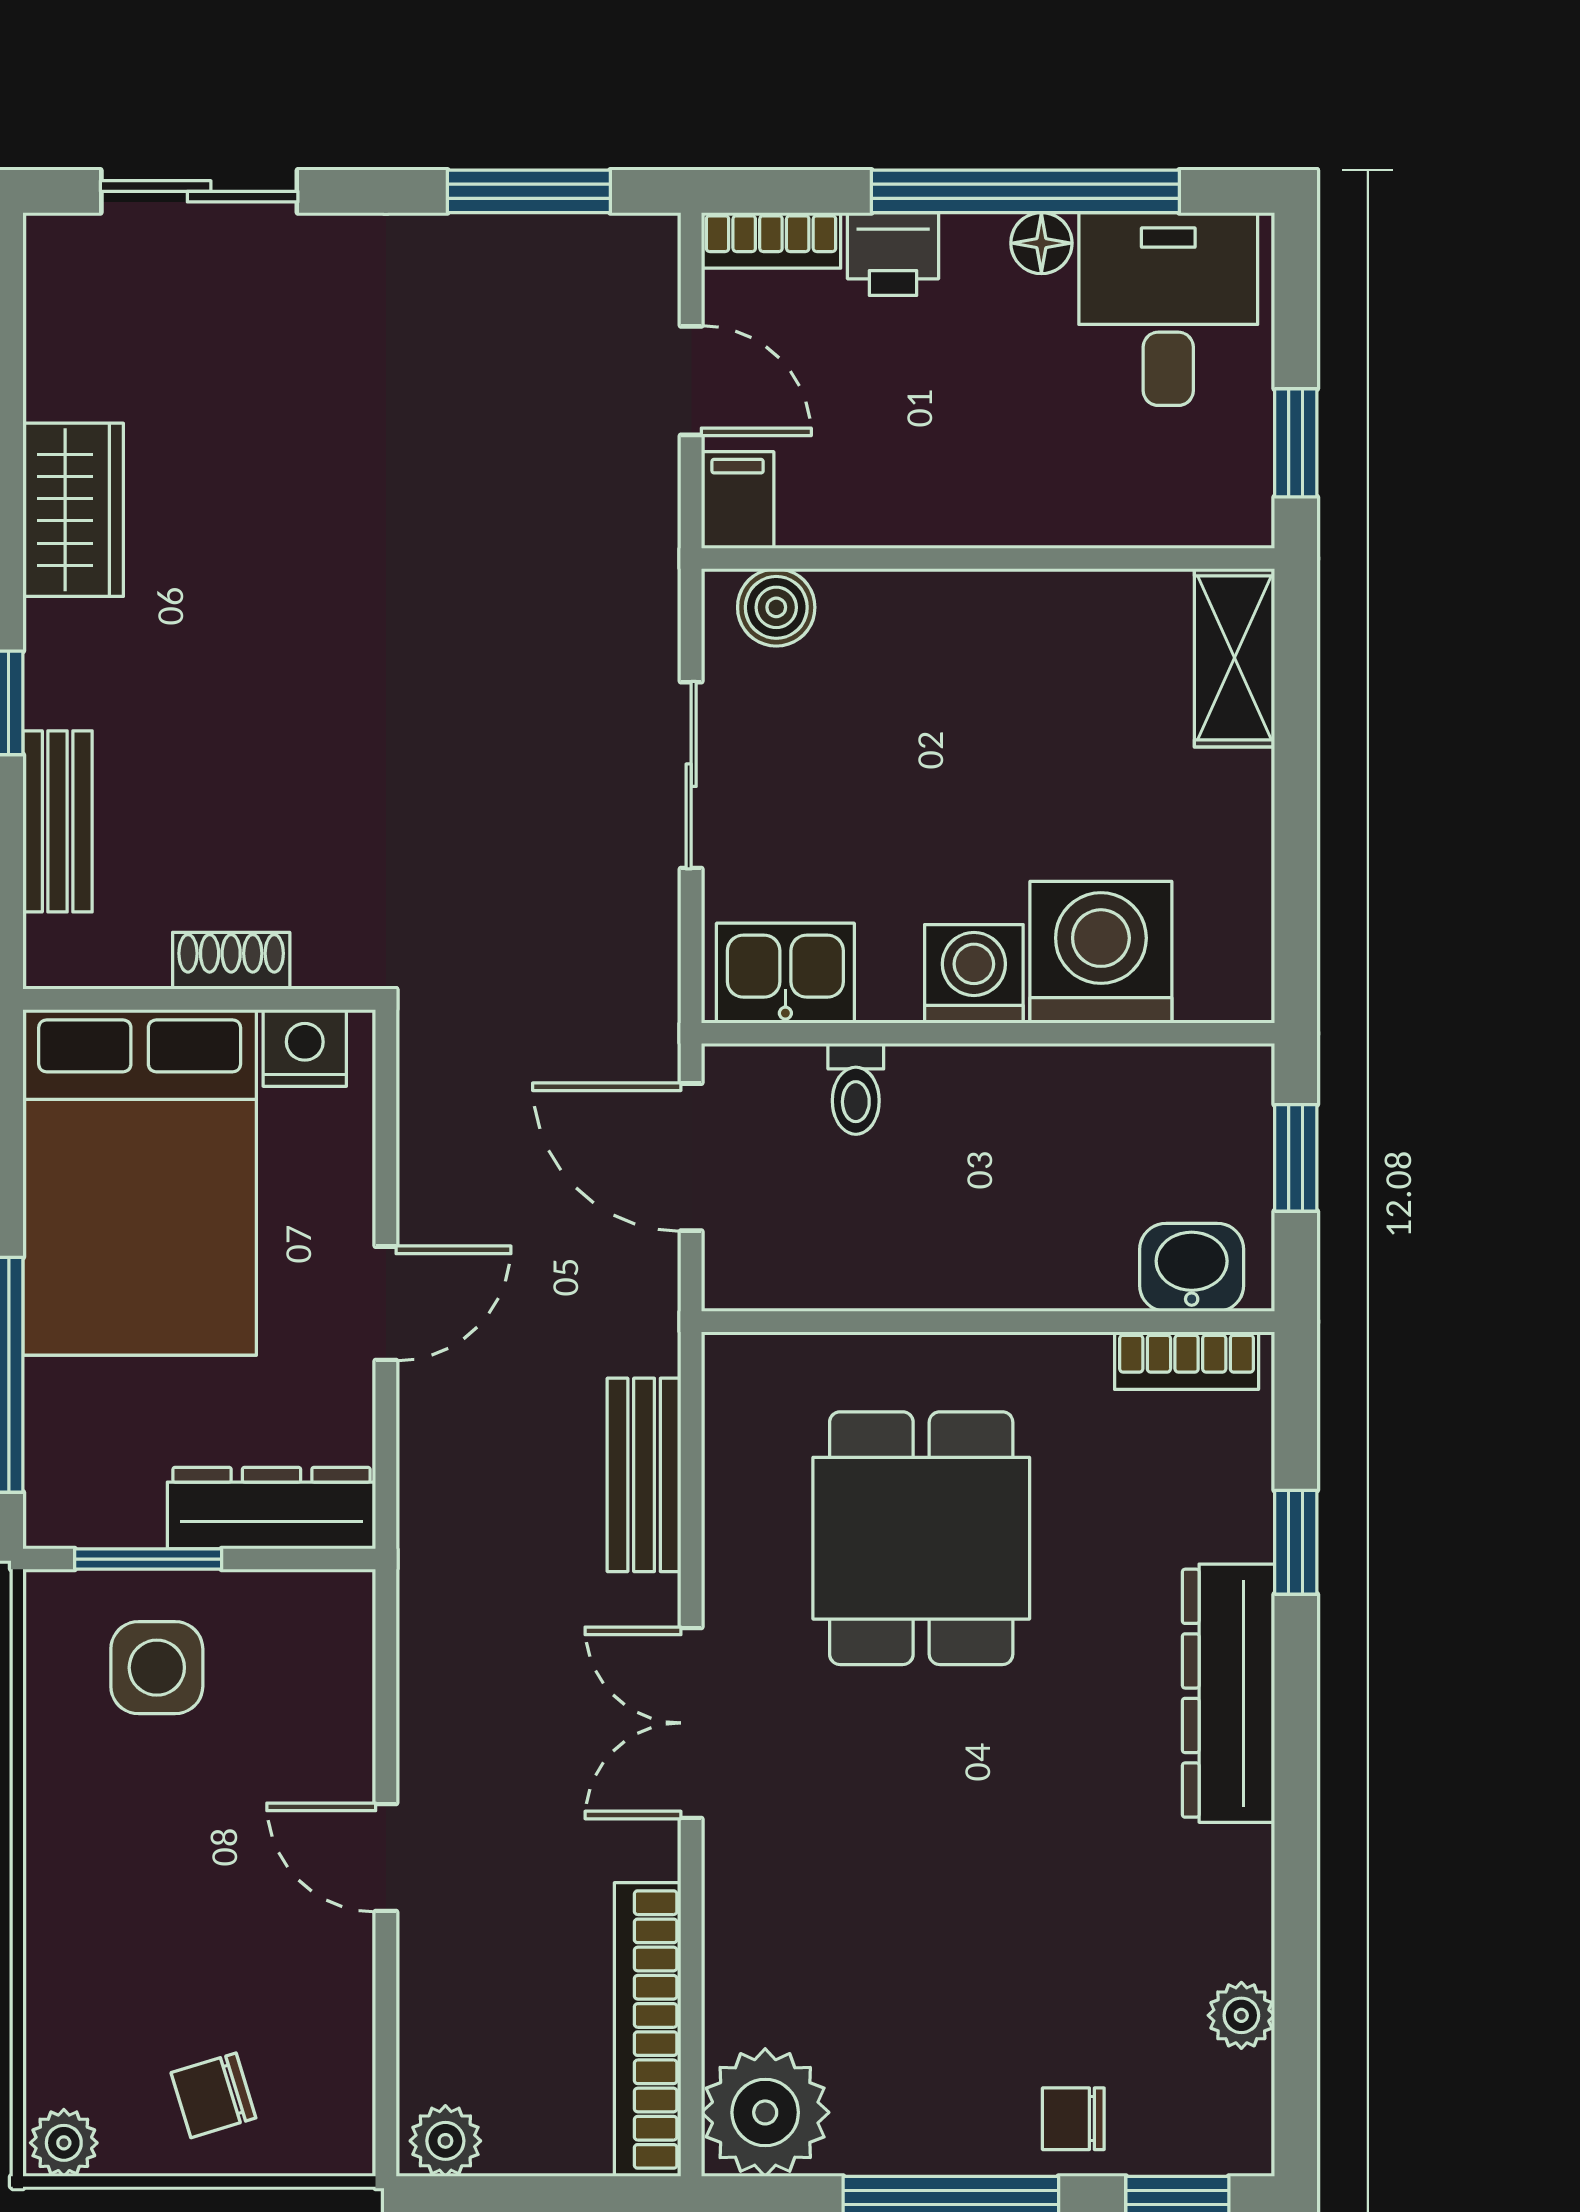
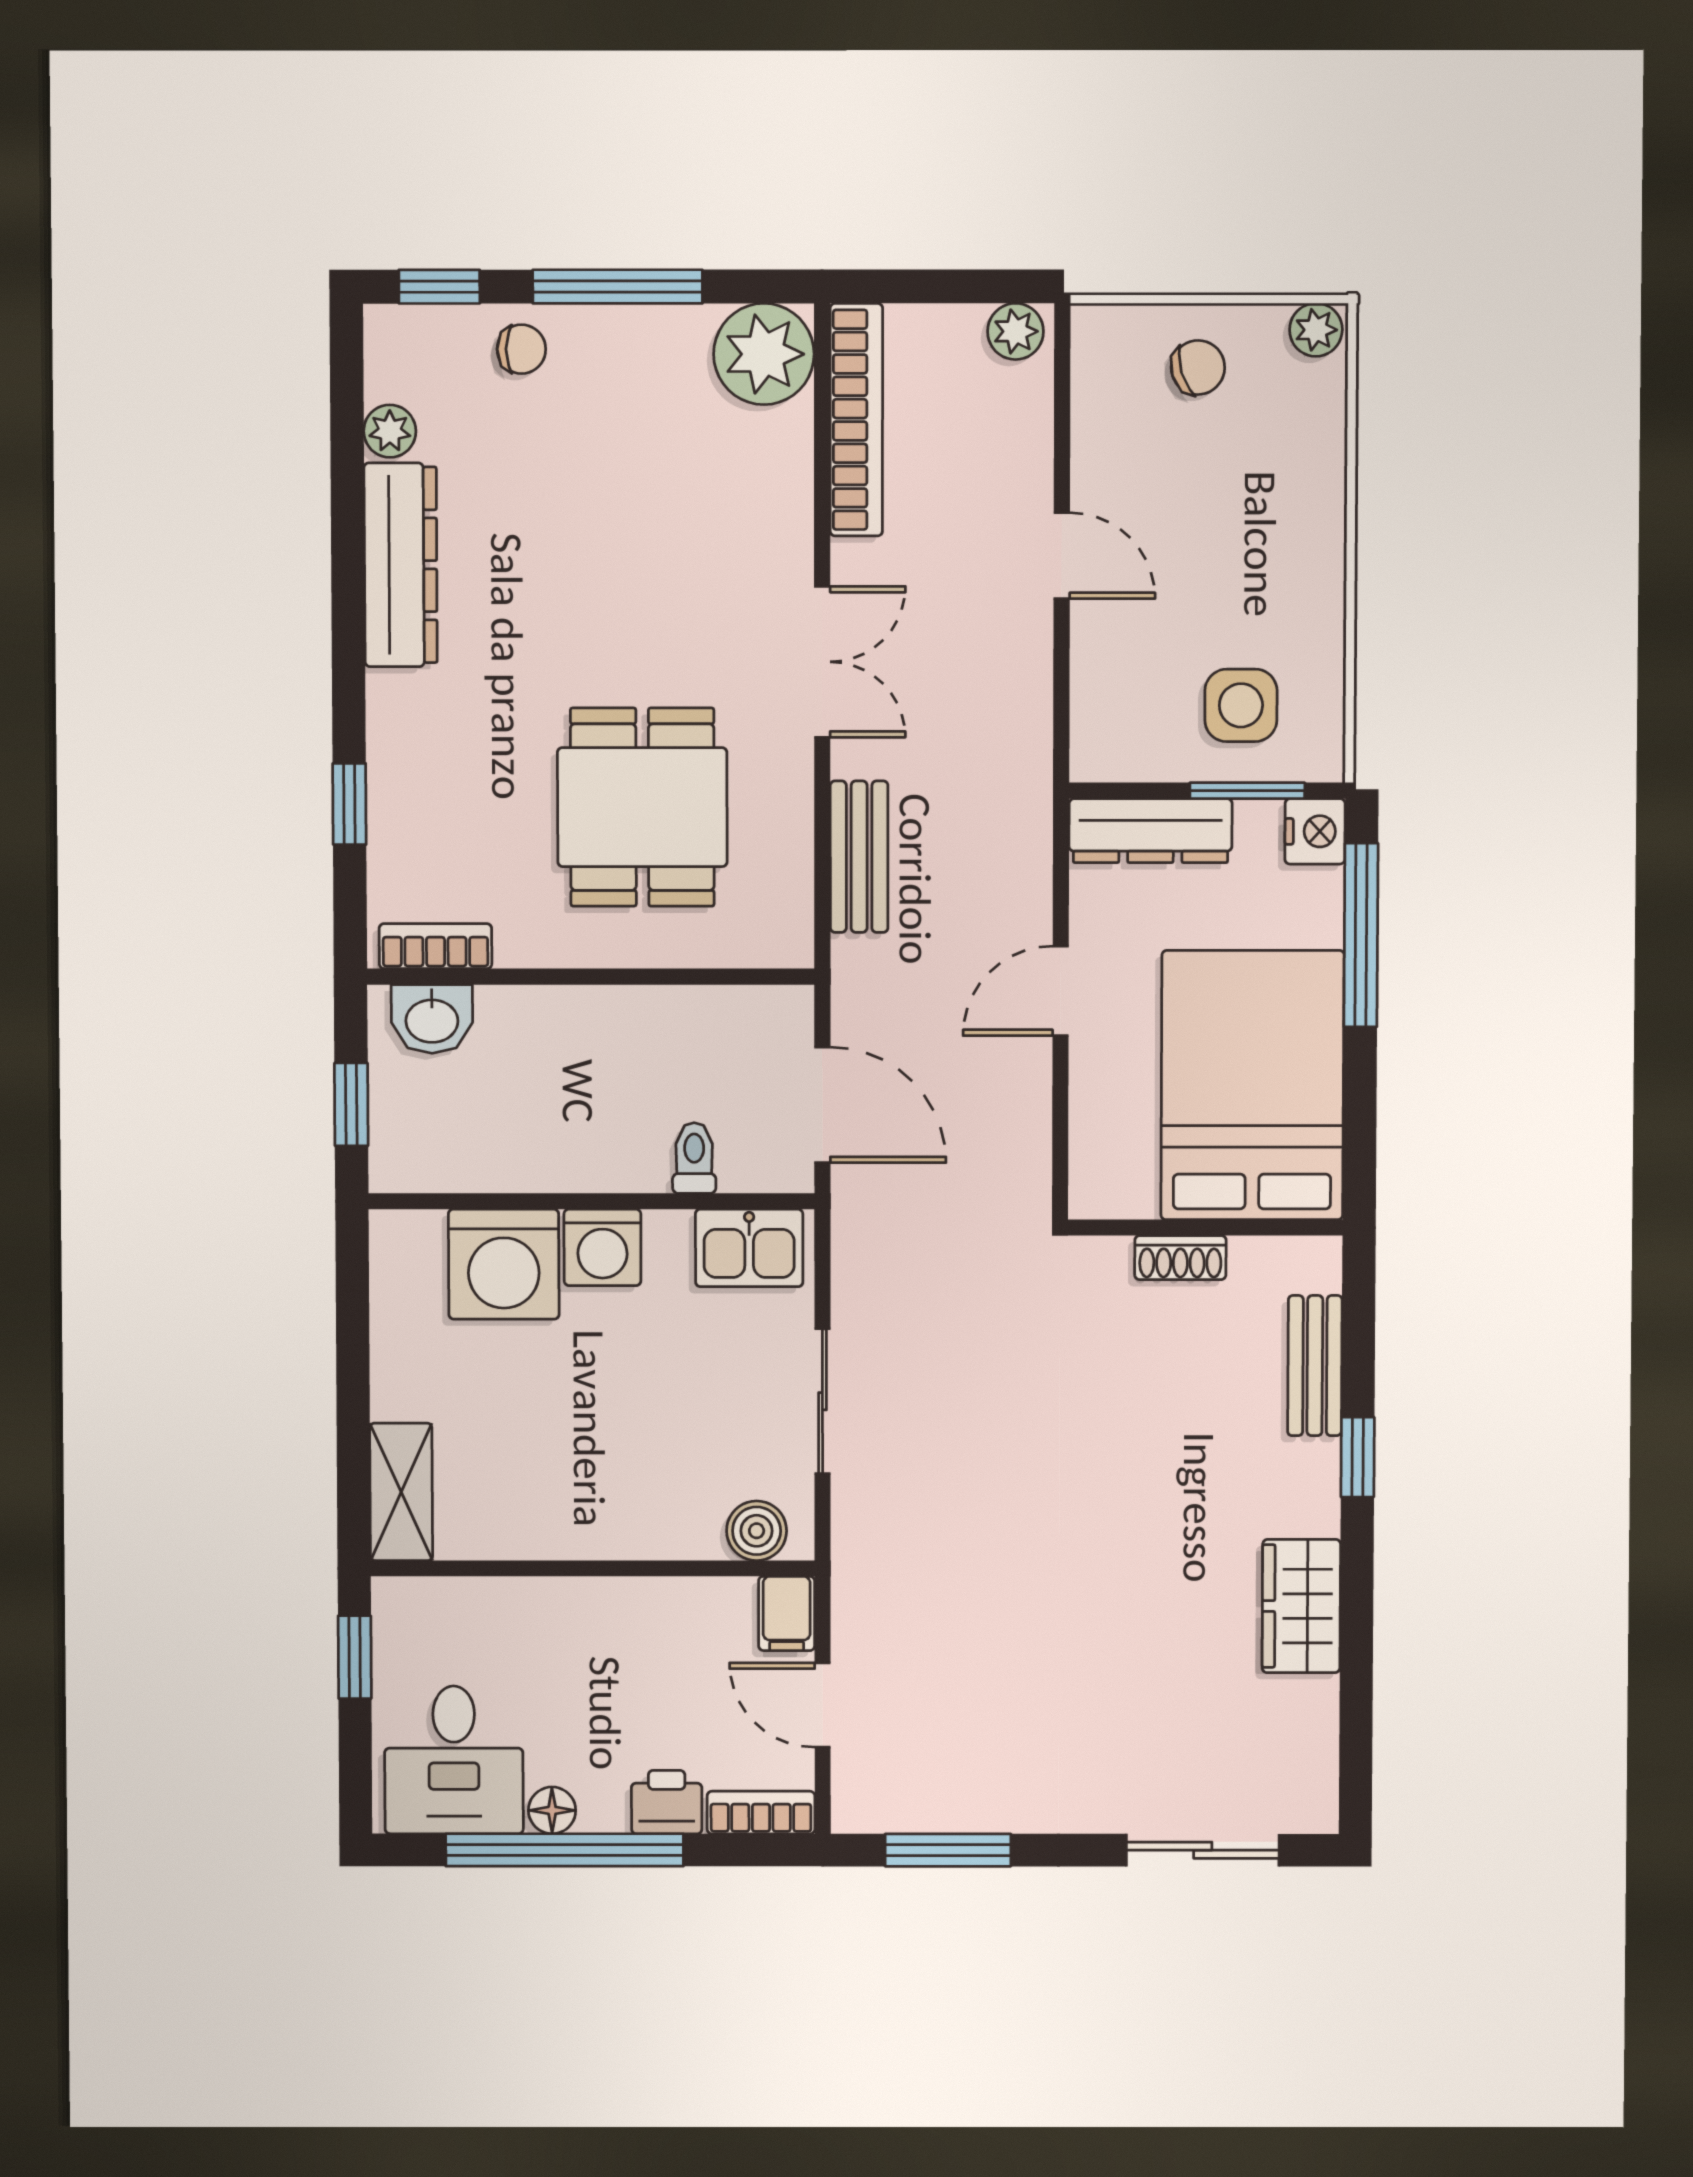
nightstand: (305, 1048) -> (1315, 831), moved, turned -90
dresser: (1228, 1693) -> (401, 565), moved

